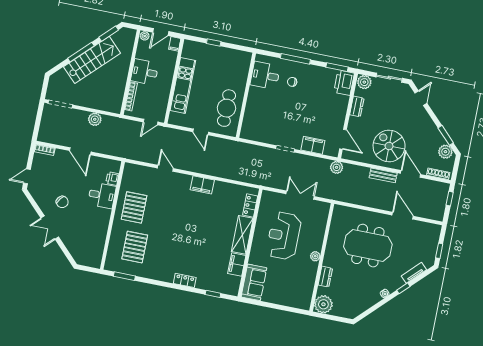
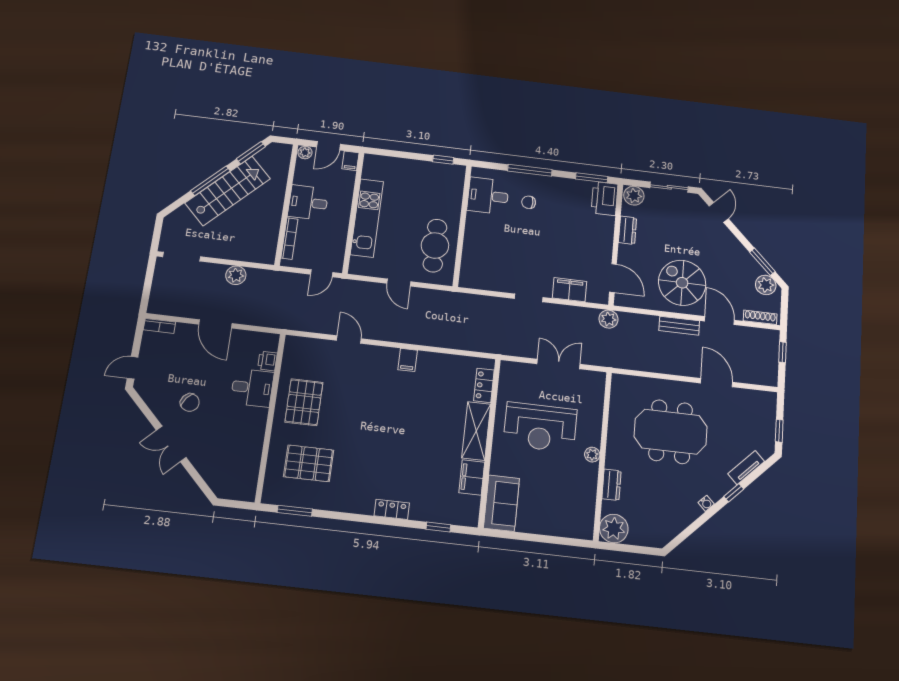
window: (214, 43) -> (443, 160), moved
filing cabinet: (202, 185) -> (408, 360), width x0.50
reception desk: (284, 236) -> (540, 427), turned -90
pallet: (135, 247) -> (309, 463), turned 90

